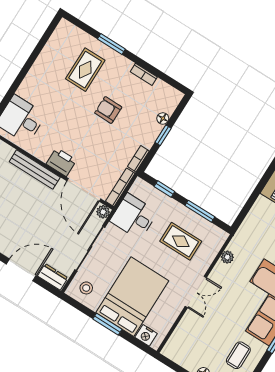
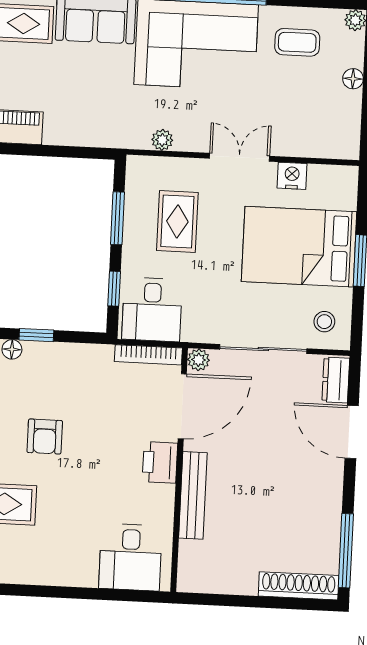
bookcase: (138, 159) -> (91, 352), removed
desk: (134, 216) -> (152, 309), moved
nightstand: (146, 335) -> (292, 176), moved, turned -90

